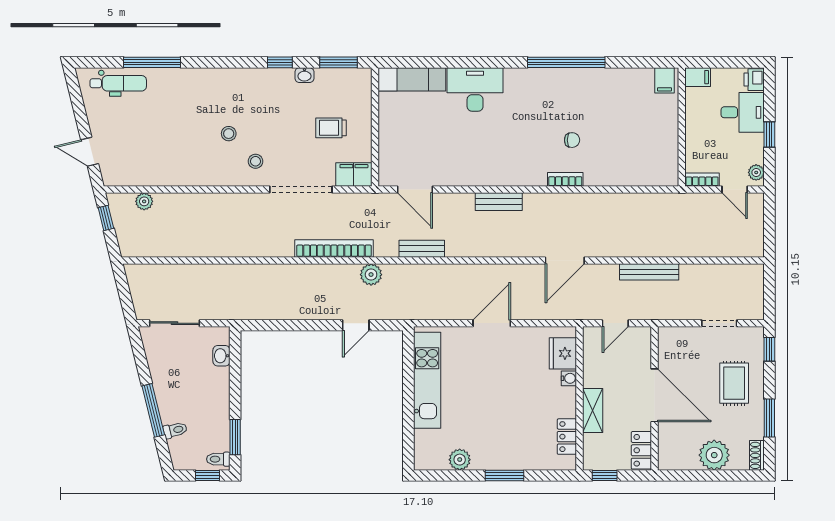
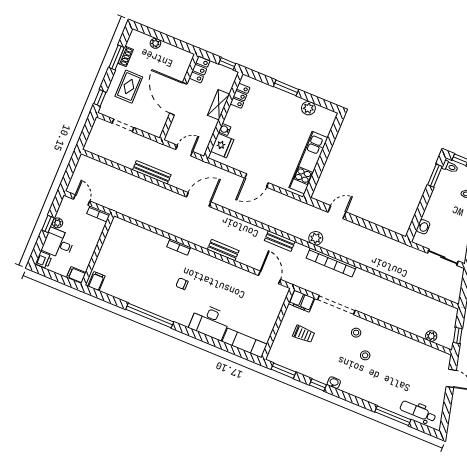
washbasin: (304, 75) -> (334, 383), moved
chair: (572, 140) -> (182, 284), moved
plant: (756, 172) -> (58, 223), moved
plant: (714, 455) -> (155, 43), width x0.53, depth x0.53
shoe rack: (757, 455) -> (126, 56), moved

